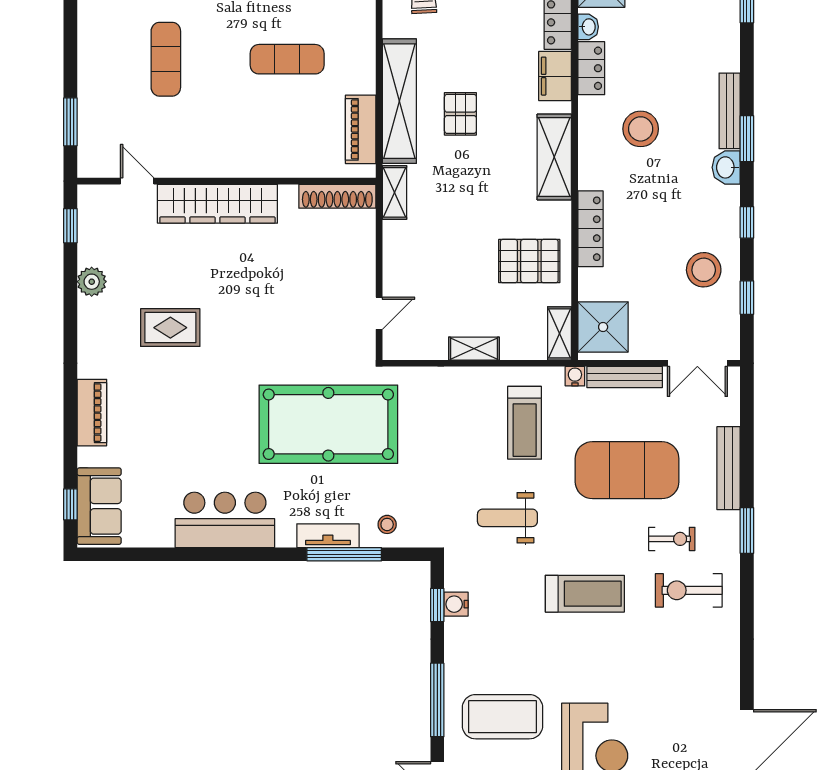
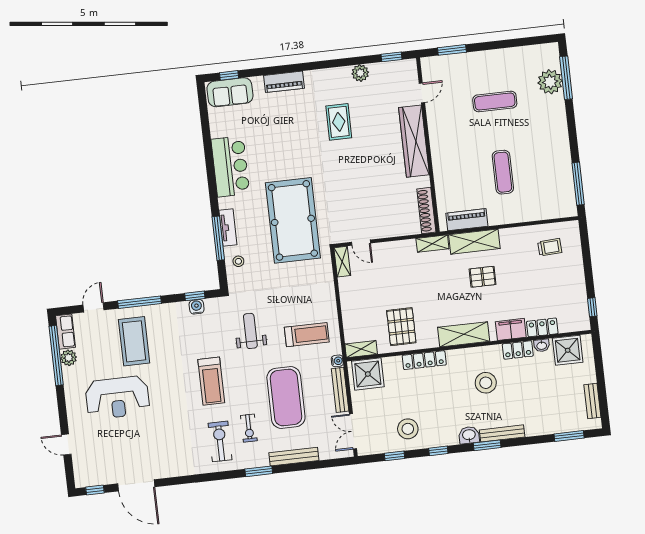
shelving: (399, 101) -> (474, 242), width x0.68
shelving: (474, 349) -> (342, 262), moved
treadmill: (525, 423) -> (307, 335), turned 180

